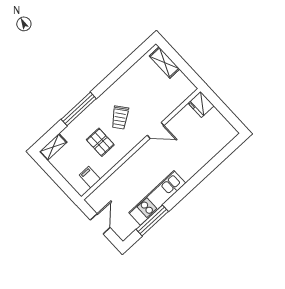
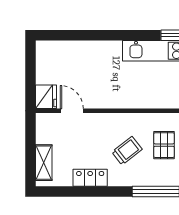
locker: (127, 80) -> (90, 178), added
door: (156, 130) -> (72, 111), moved

